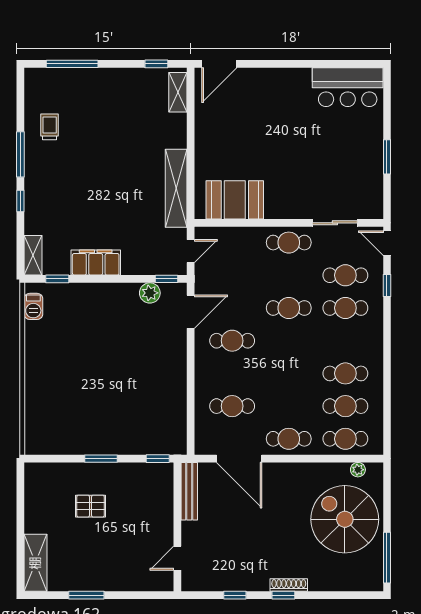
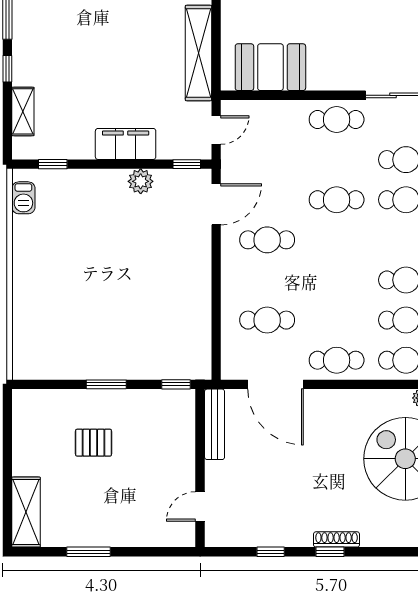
shelving: (33, 255) -> (23, 111), moved
filing cabinet: (96, 262) -> (126, 144), moved
plant: (150, 293) -> (141, 181), moved

